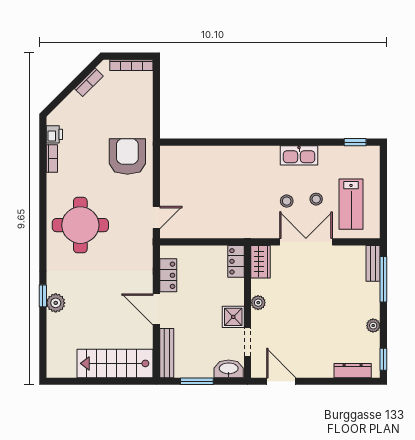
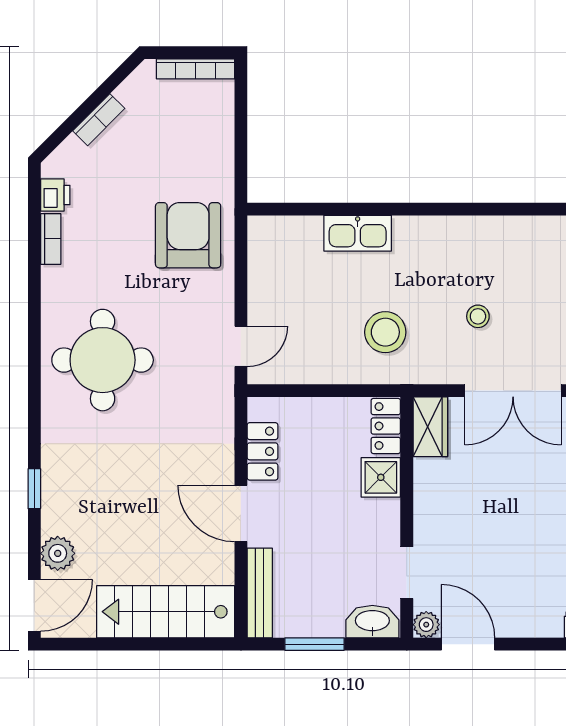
bookcase: (89, 82) -> (99, 120), moved
kitchen sink: (299, 155) -> (358, 233), moved
stool: (316, 199) -> (385, 332), moved, width x1.89, depth x1.89
double door: (306, 242) -> (513, 391), swing flipped
plant: (56, 303) -> (58, 553), moved
plant: (258, 303) -> (426, 625), moved
shower: (233, 317) -> (381, 477), moved
door: (43, 360) -> (34, 605), added

